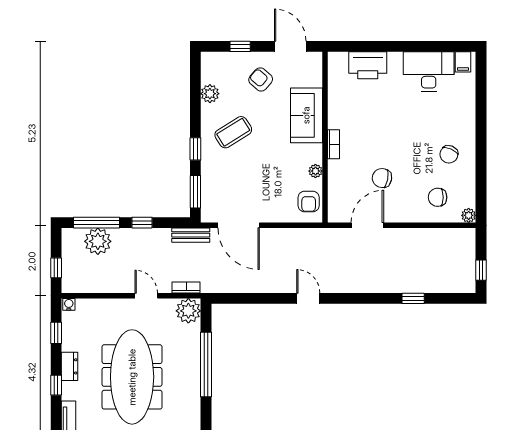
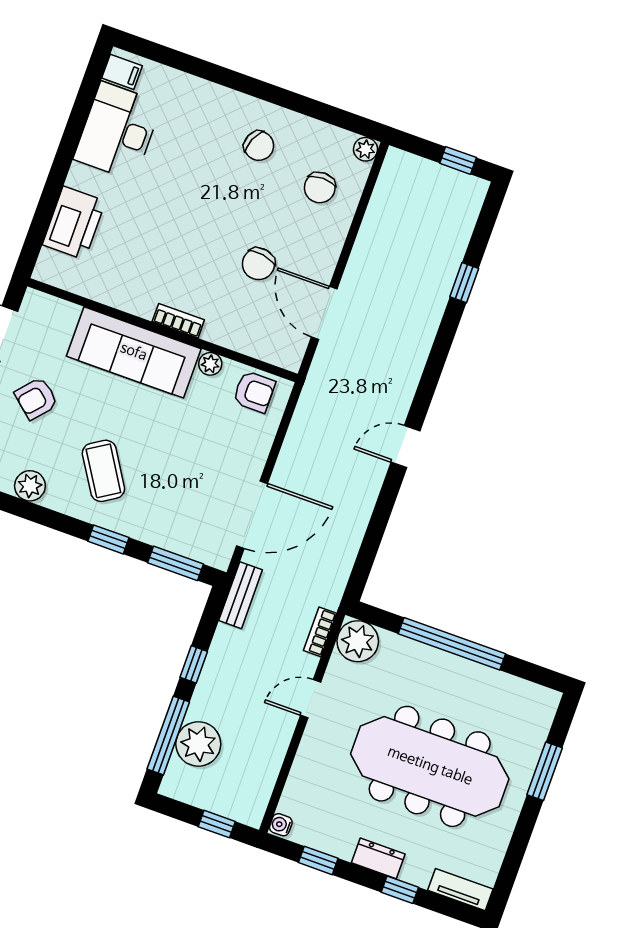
sofa: (306, 115) -> (134, 352), width x1.36

